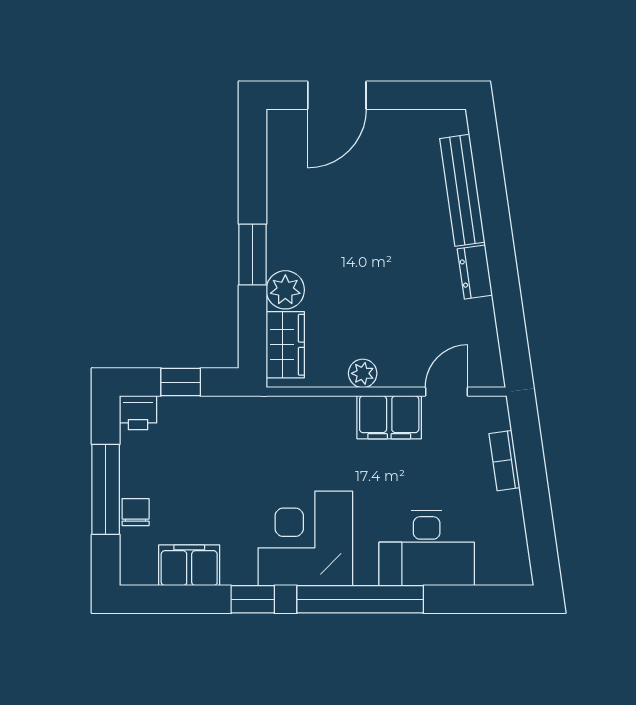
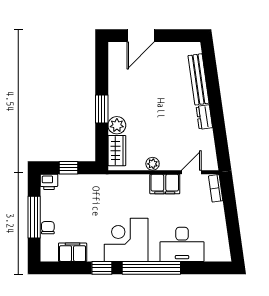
bookcase: (504, 461) -> (216, 188), moved

